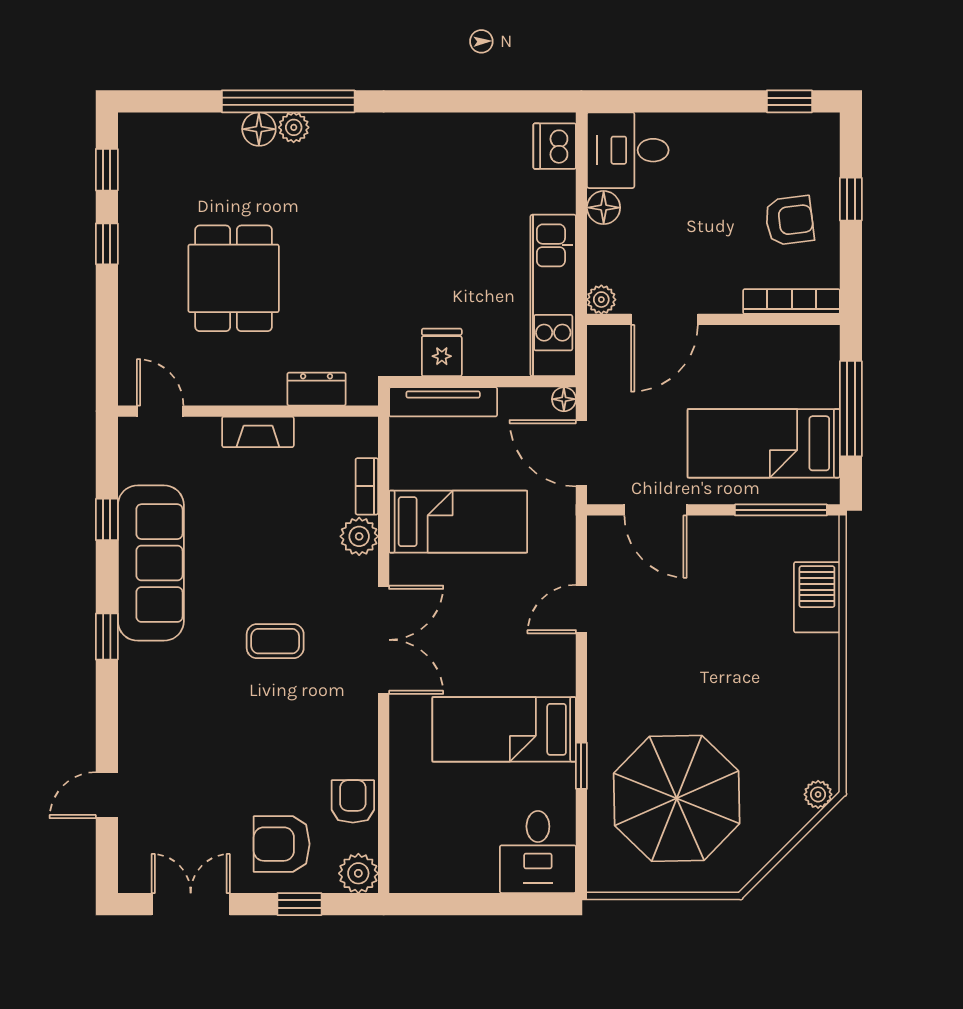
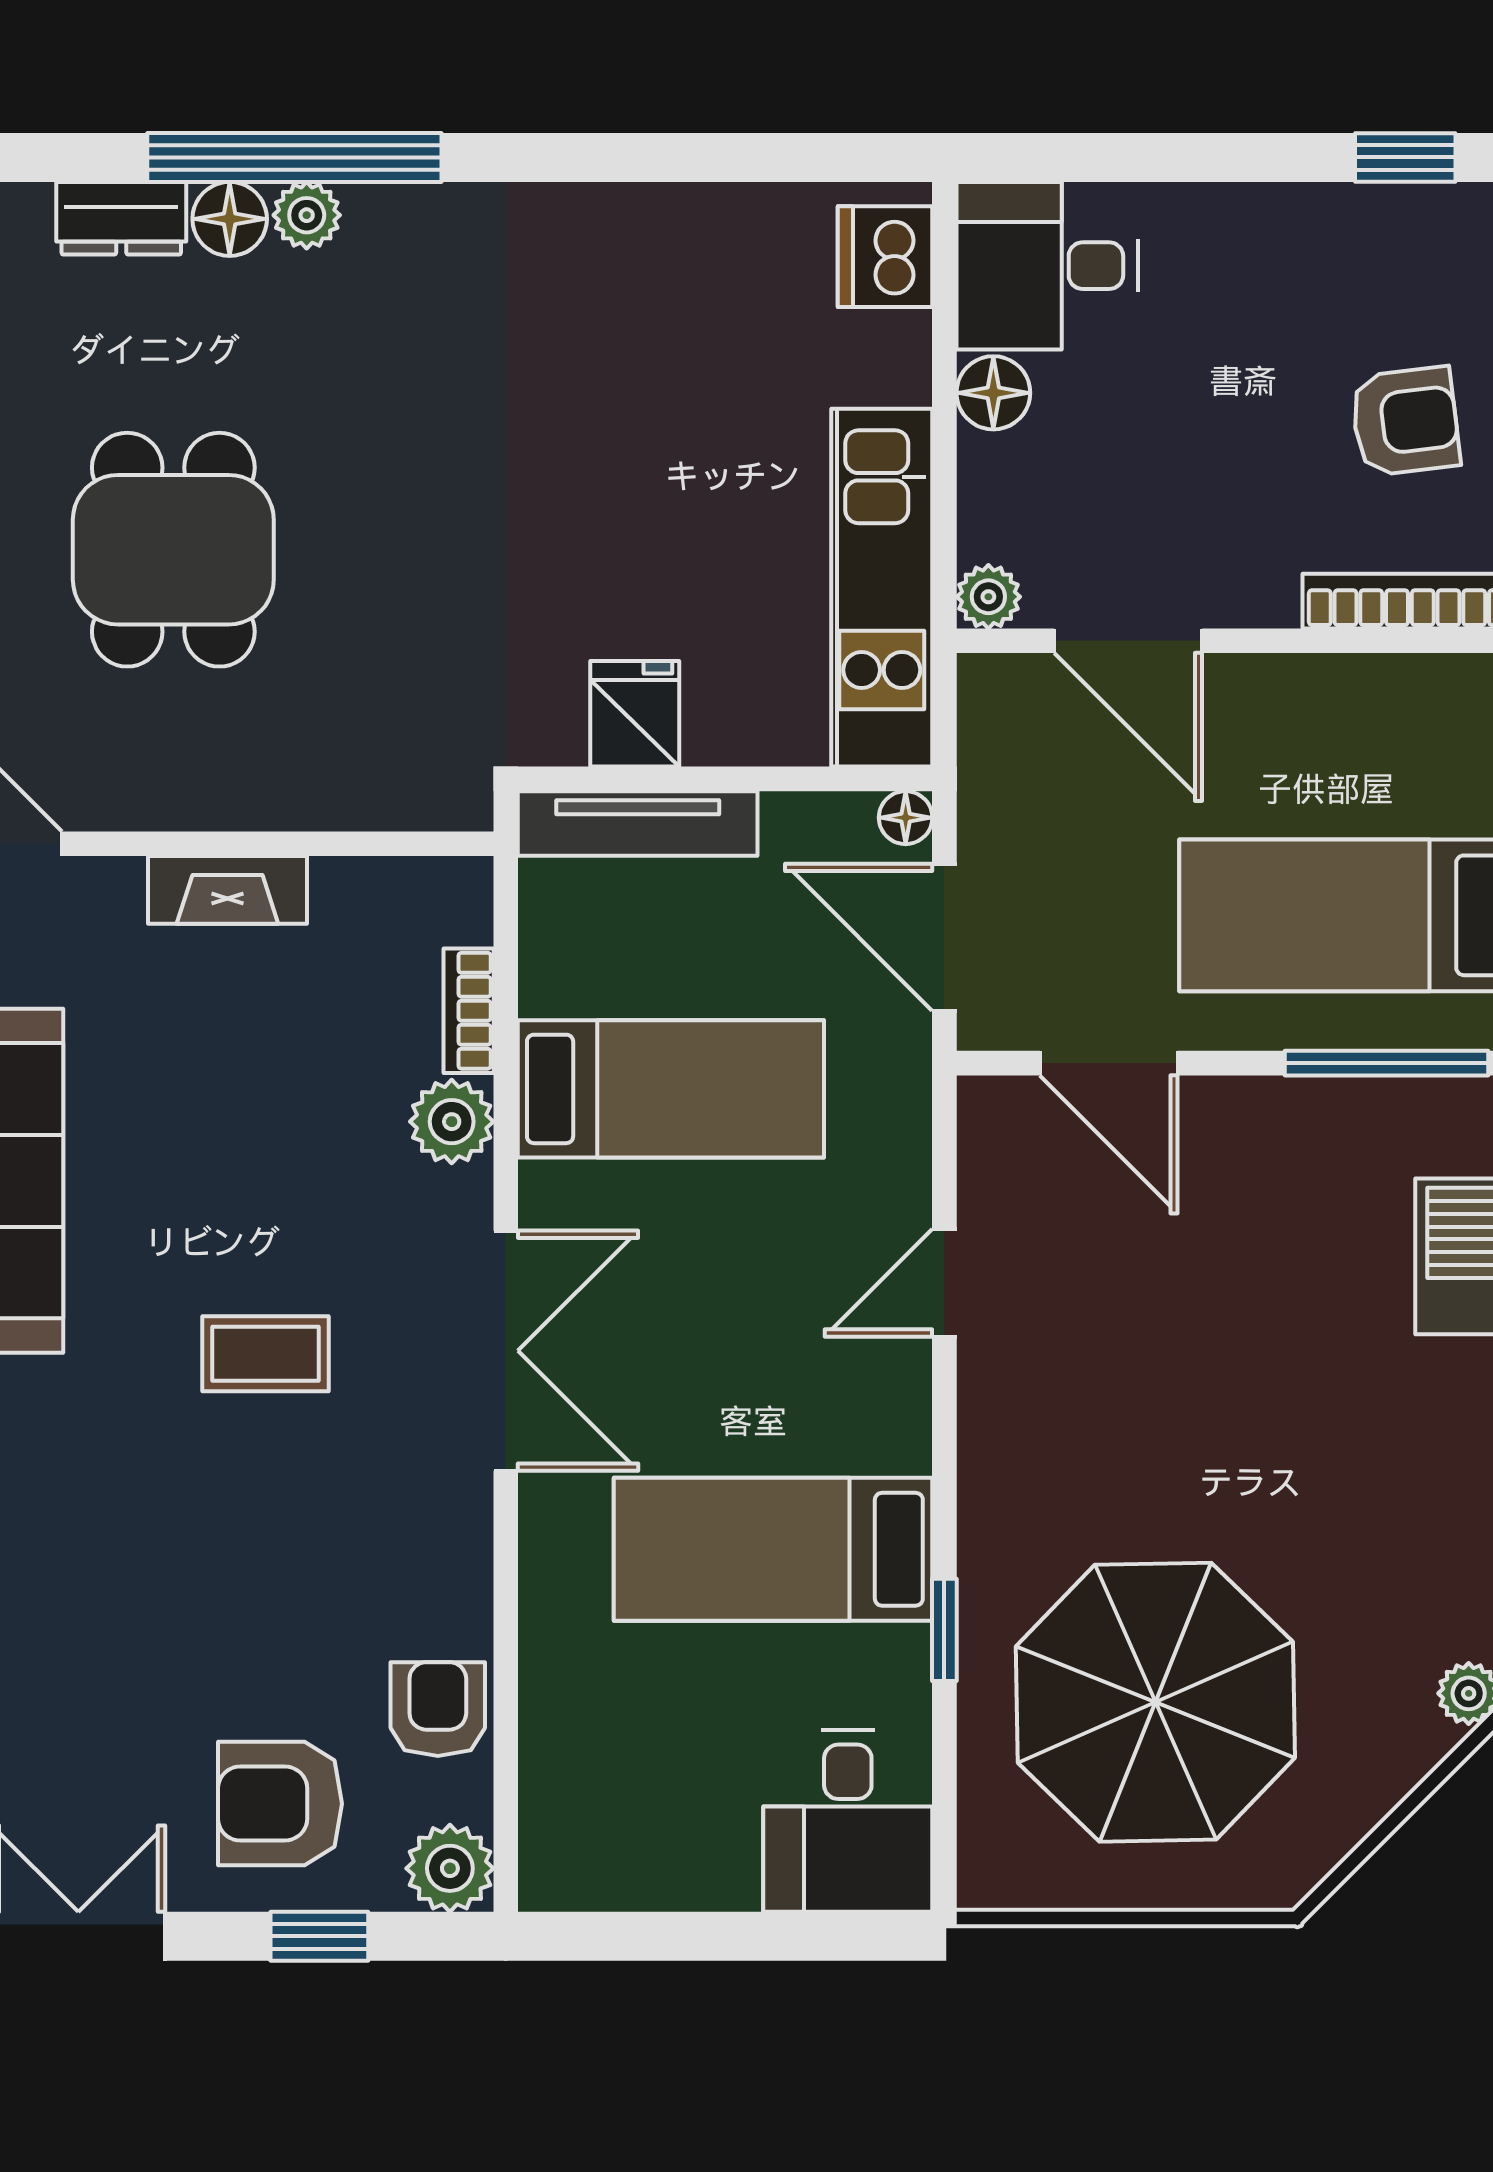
door: (664, 319) -> (1128, 641), hinge flipped
dresser: (317, 389) -> (121, 218), moved, turned 180

